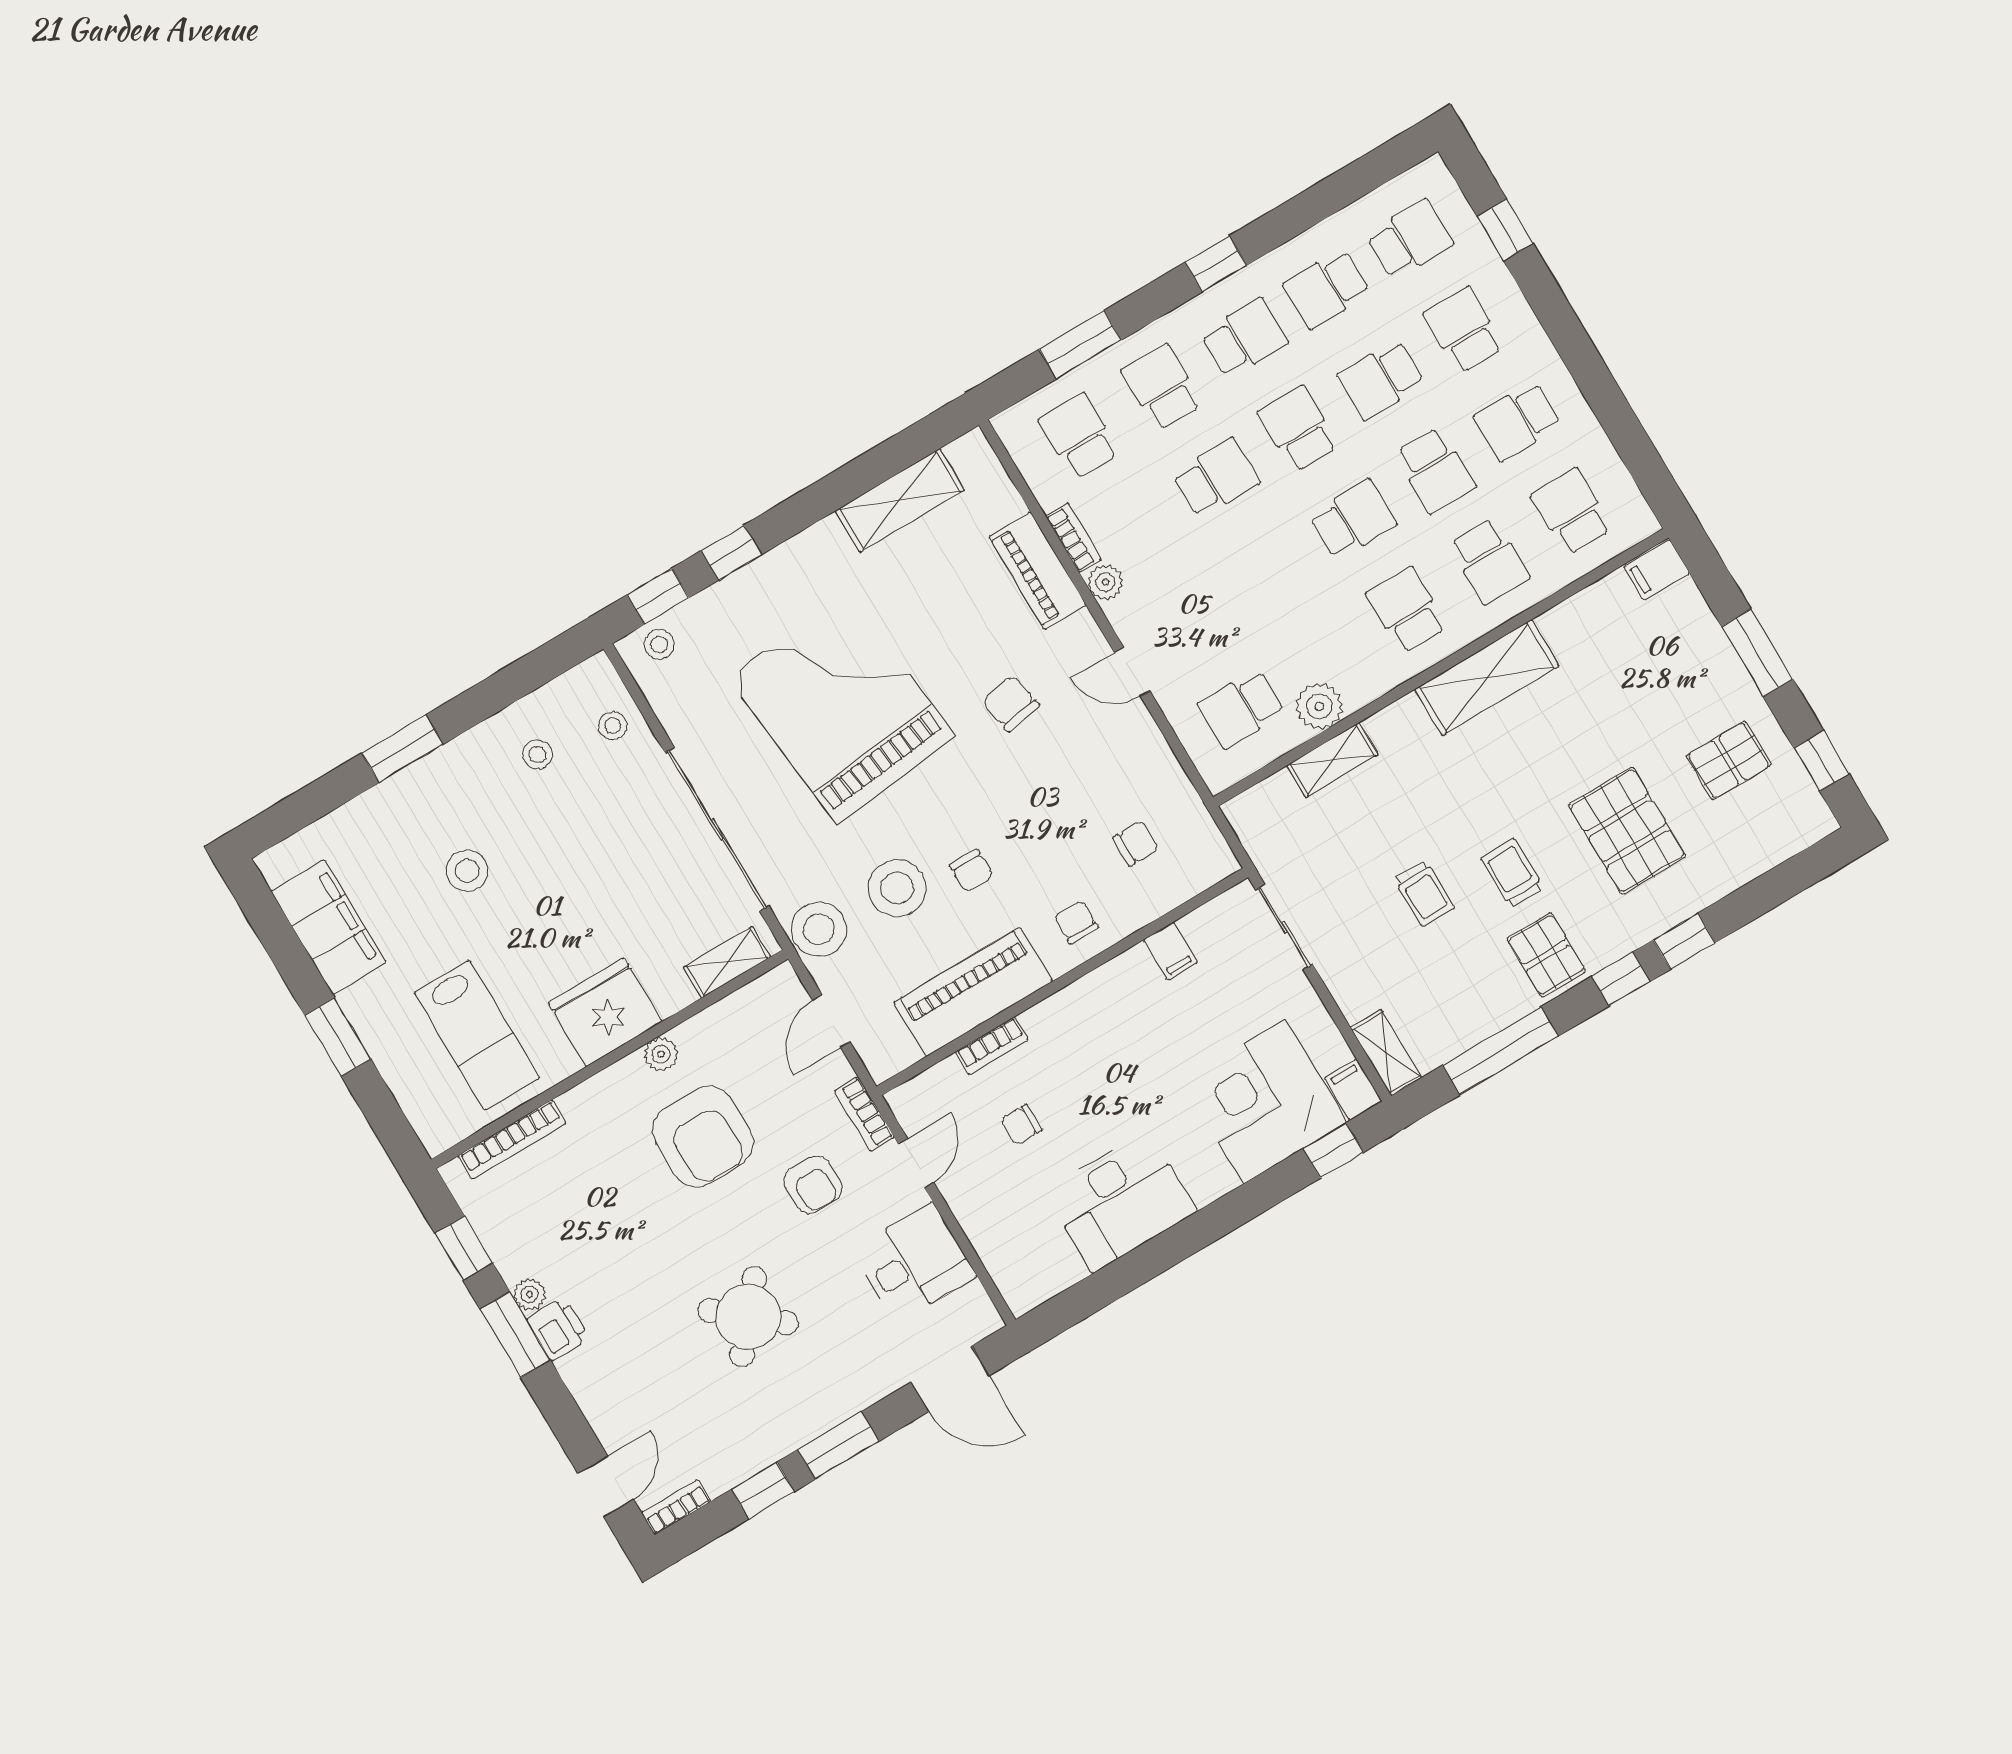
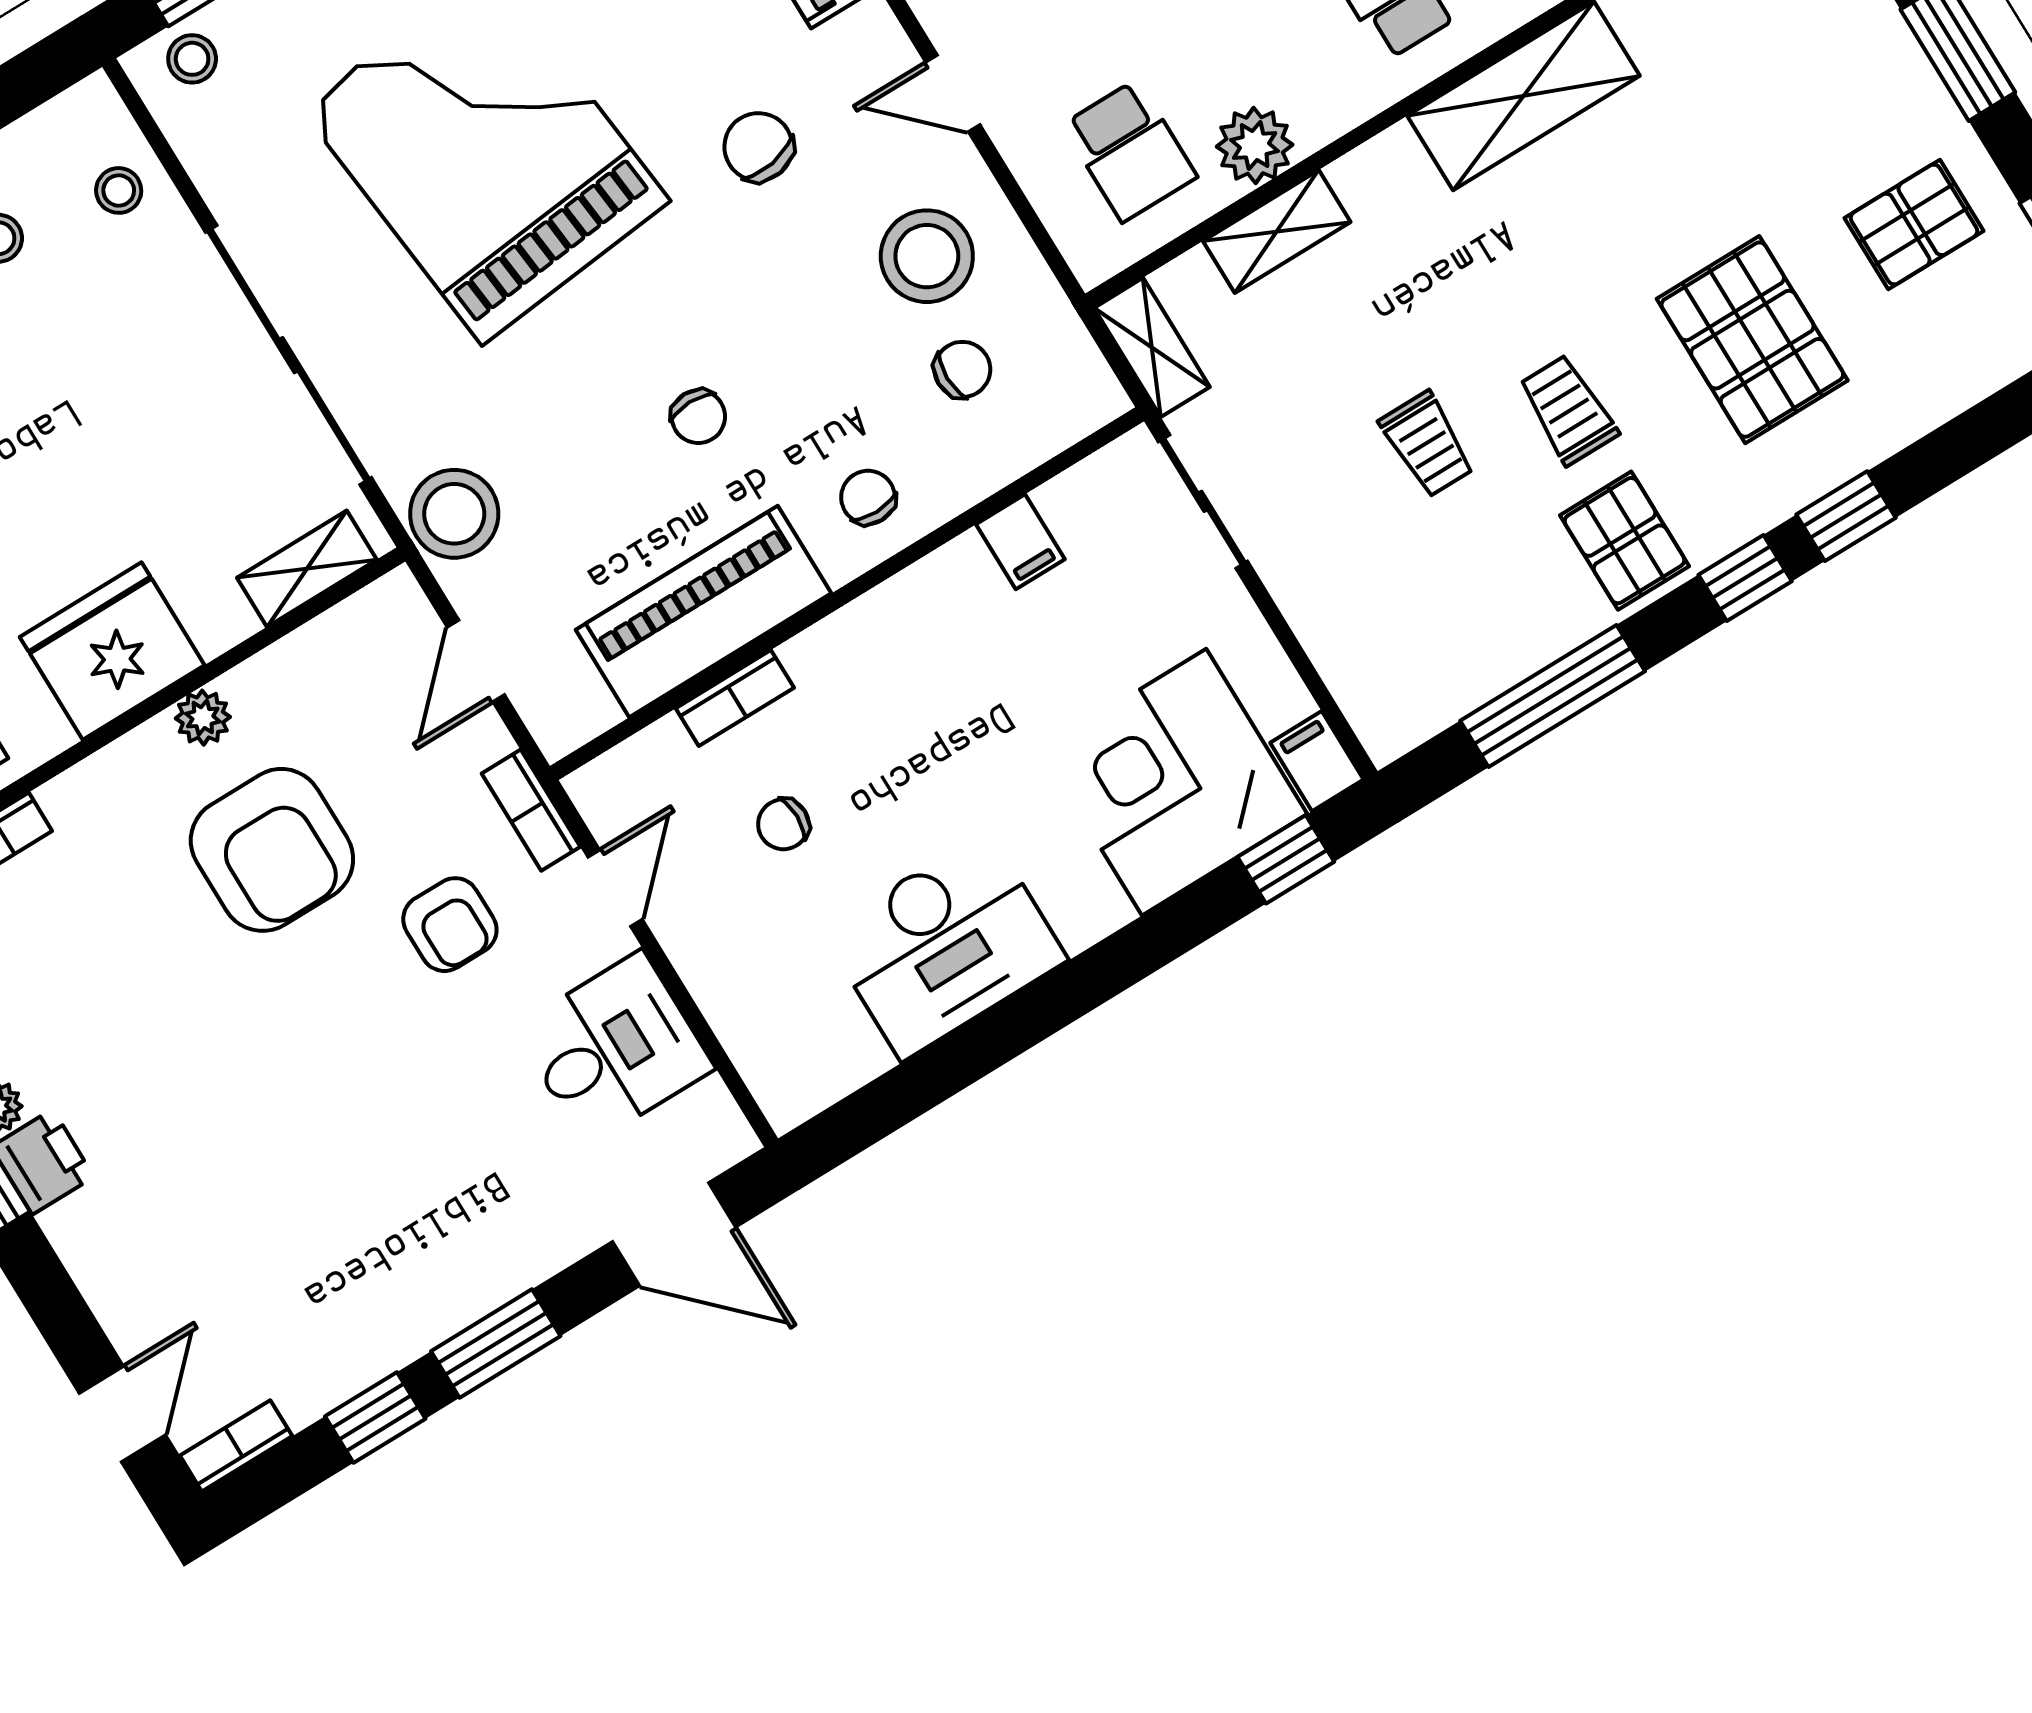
school desk: (1241, 709) -> (1130, 151), turned -90
stool: (897, 888) -> (927, 256), moved
shelving: (1386, 1053) -> (1152, 347), moved
round table: (748, 1317) -> (348, 1138), removed

